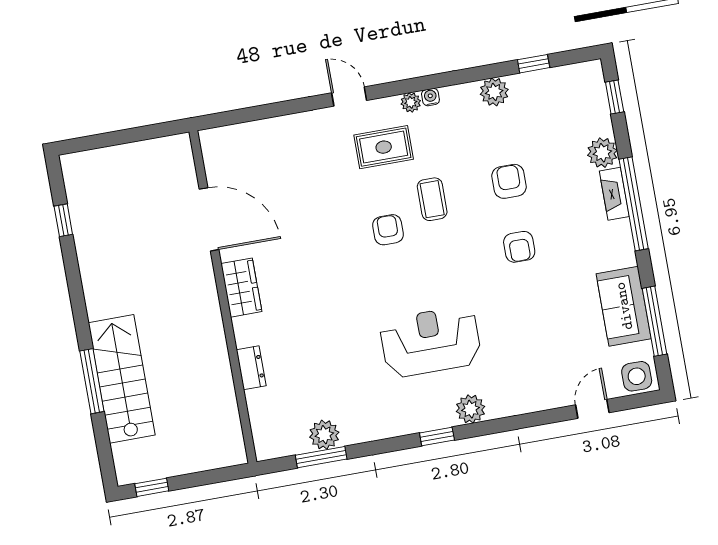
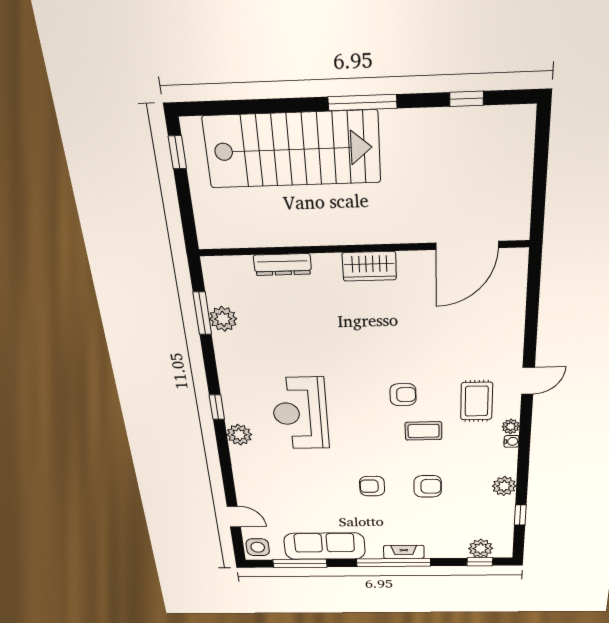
plant: (602, 153) -> (481, 548), moved
door: (209, 219) -> (467, 245), moved
sofa: (624, 306) -> (324, 546), width x1.36
reception desk: (431, 342) -> (300, 413), turned 180
dresser: (251, 368) -> (282, 265), width x1.44
stairs: (122, 379) -> (292, 149), width x1.36, depth x1.51
window: (92, 381) -> (362, 103), moved

